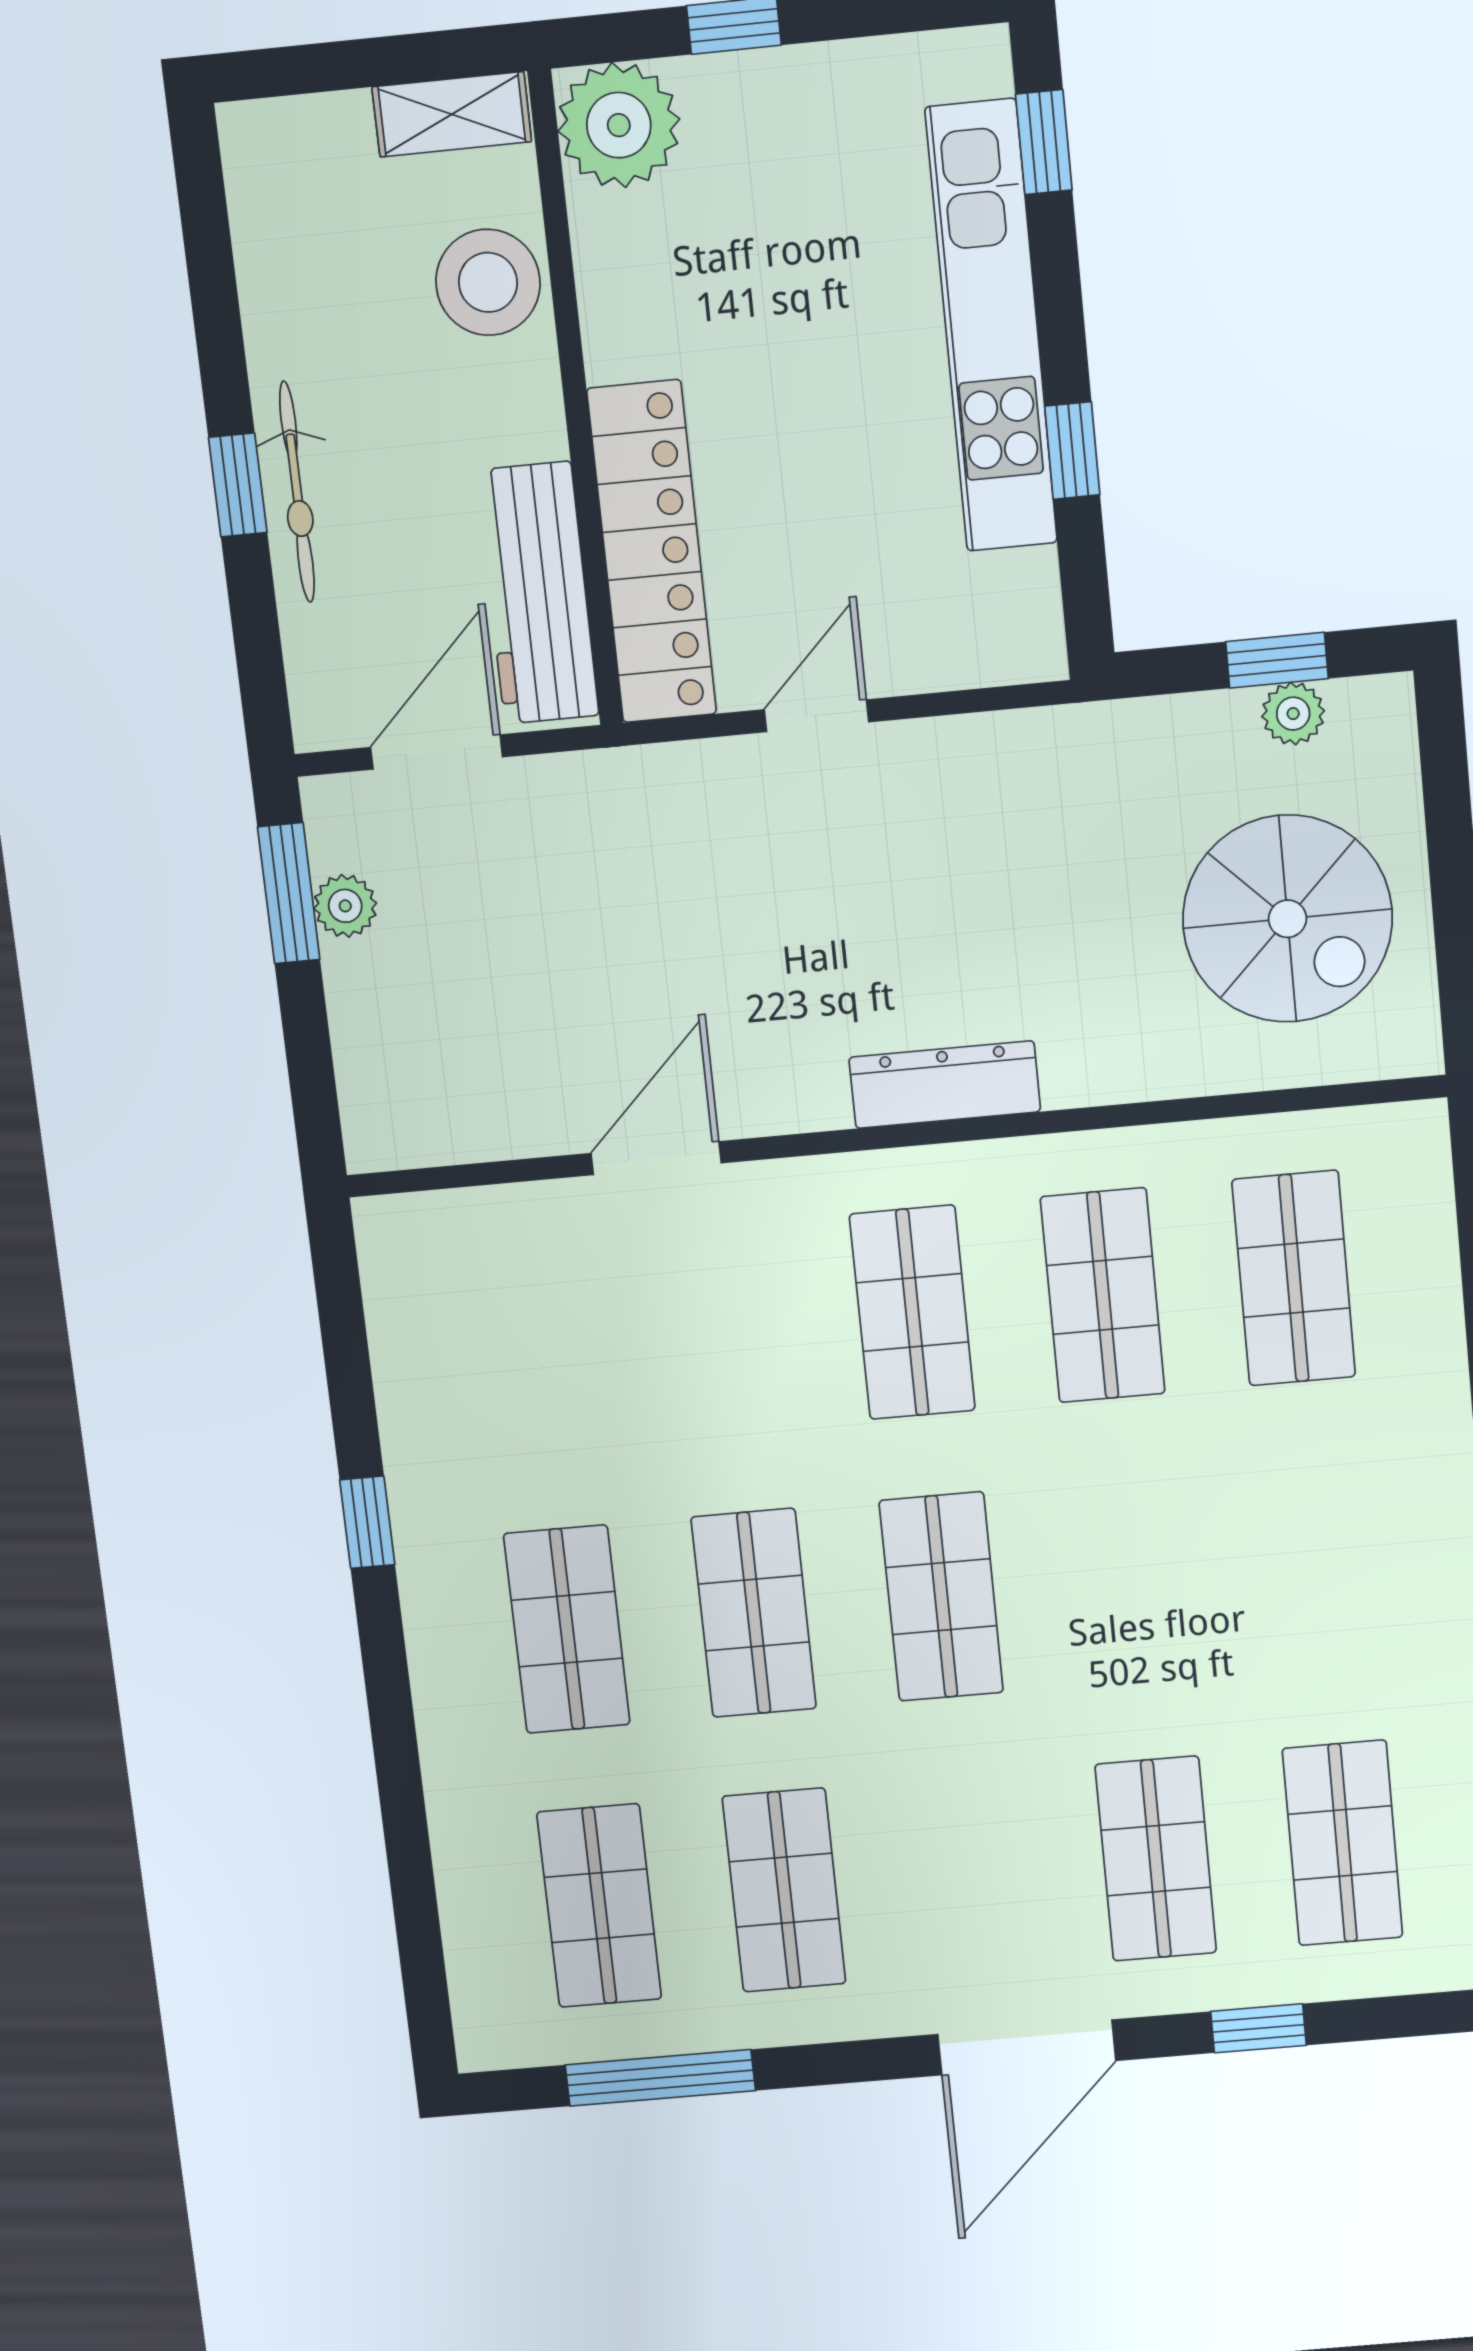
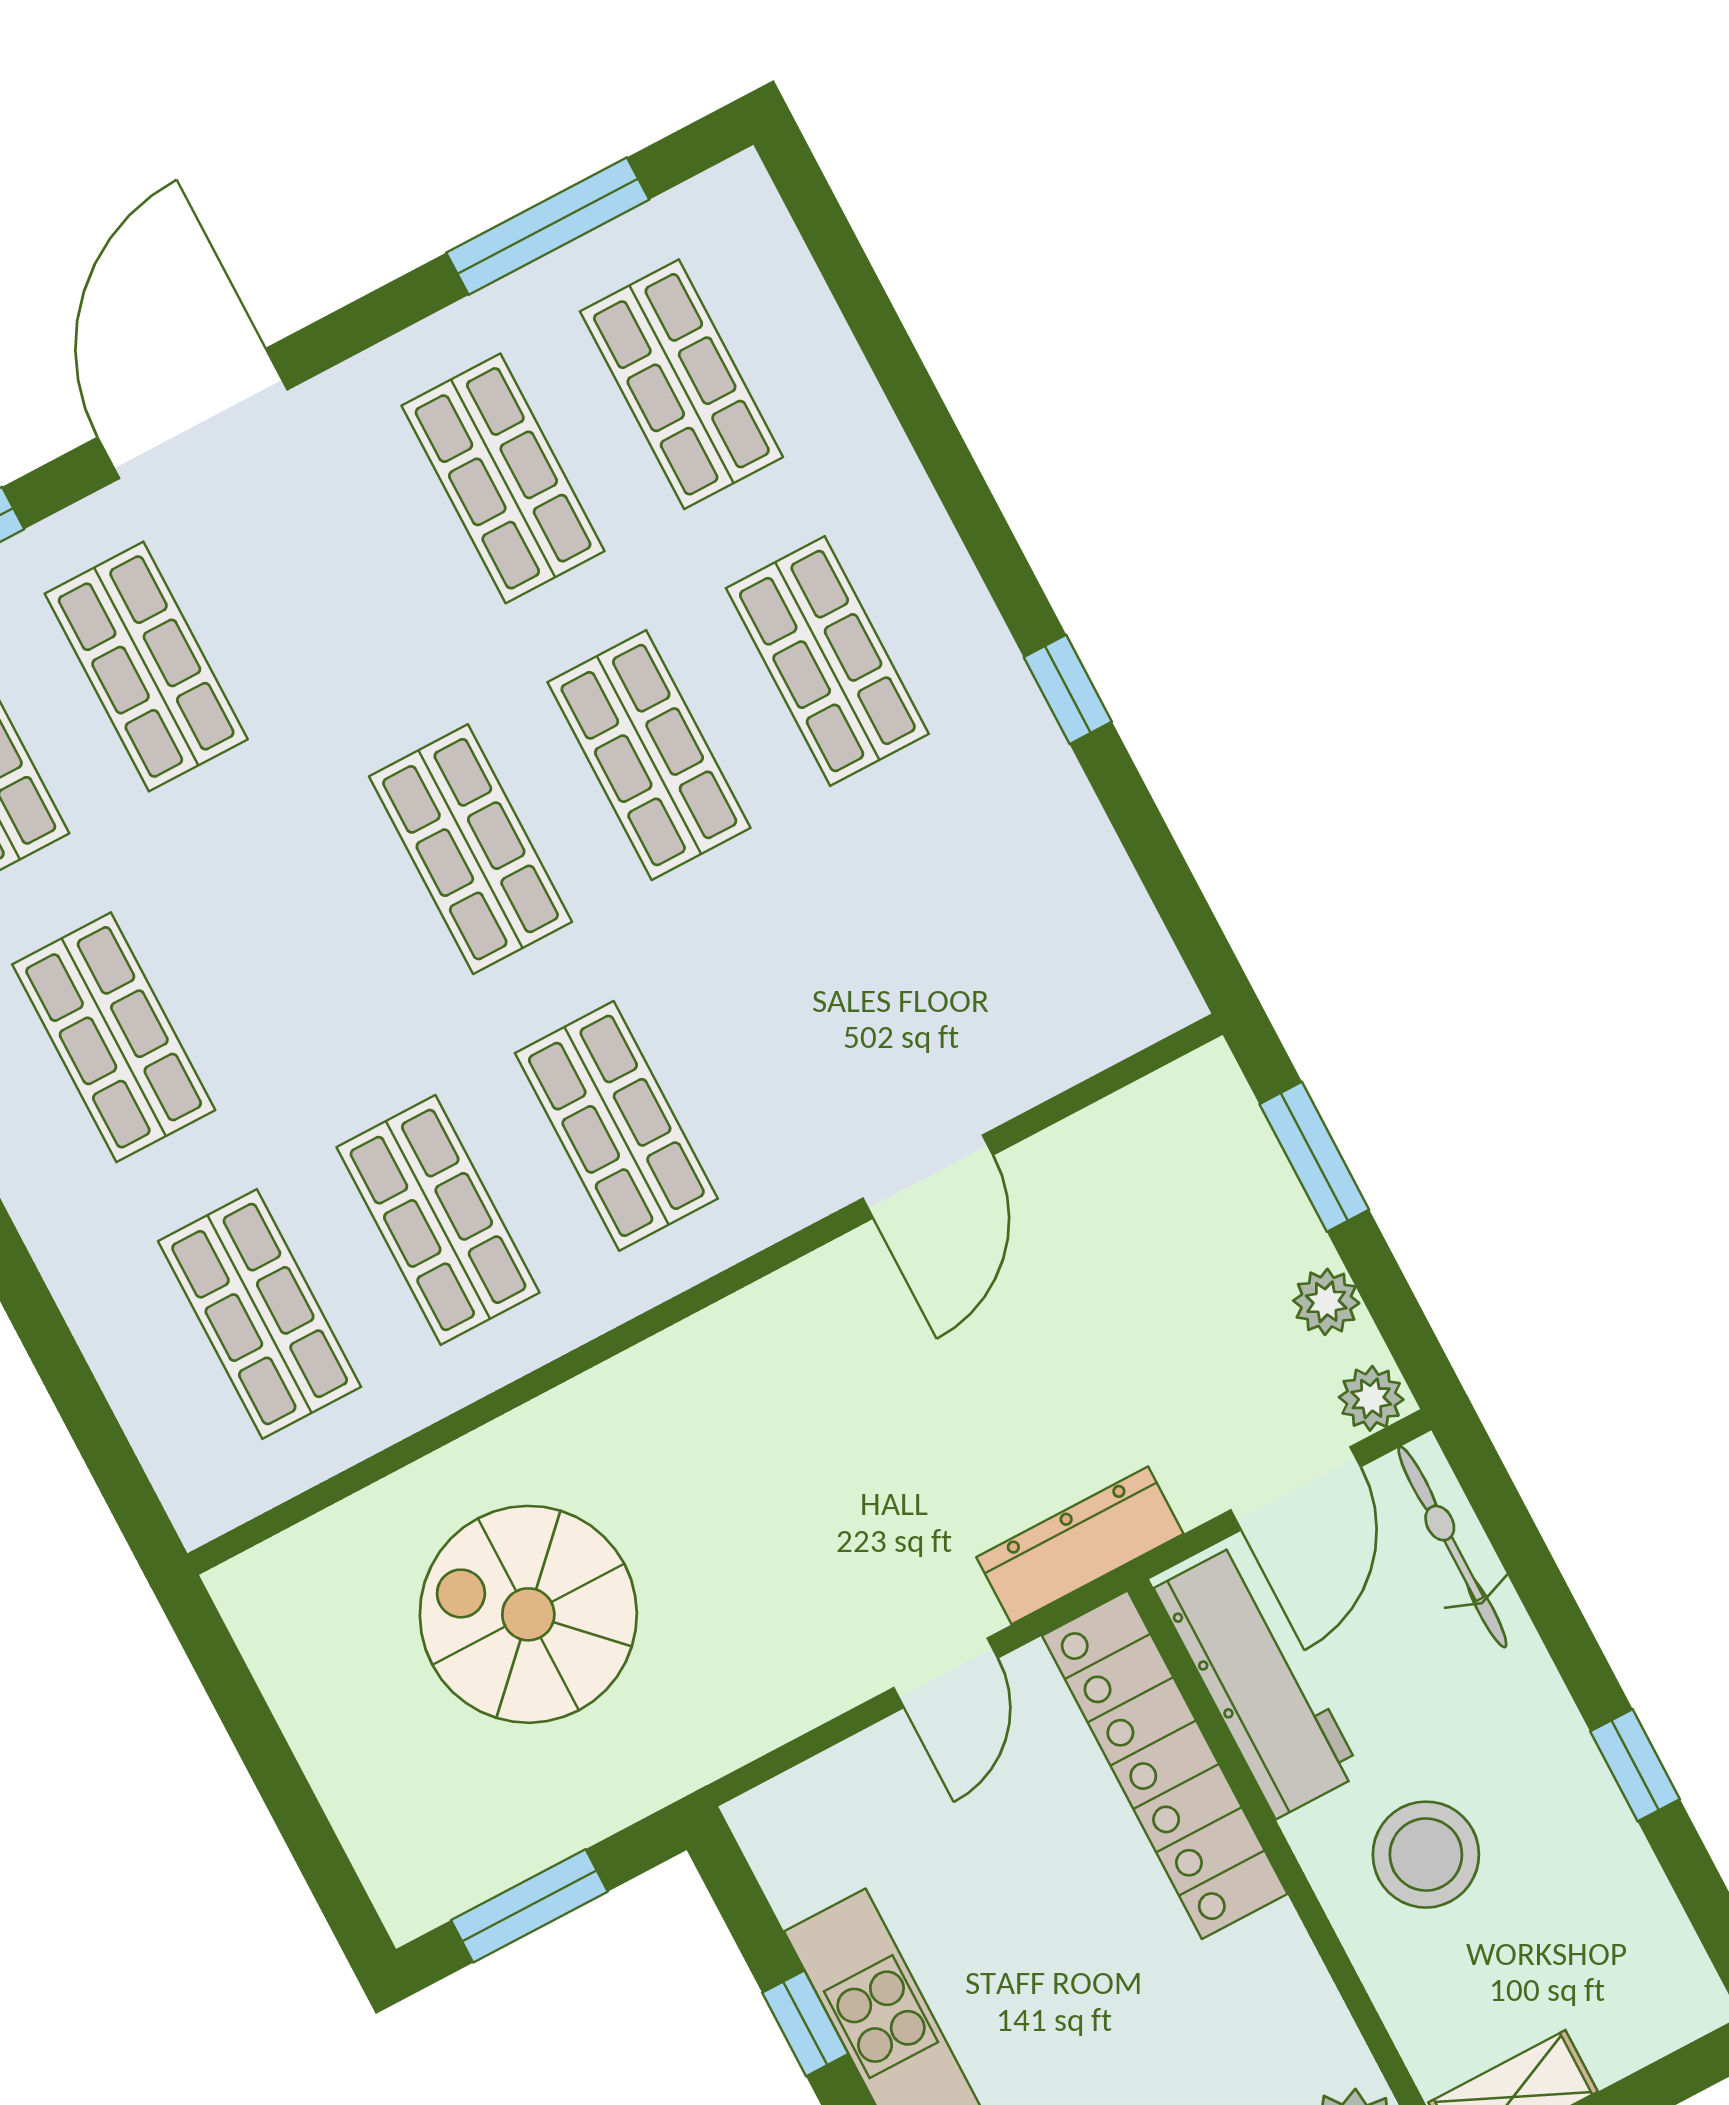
stool: (488, 282) -> (1426, 1855), moved
window: (238, 485) -> (1635, 1765), moved
bicycle: (297, 492) -> (1452, 1547), moved
window: (1277, 660) -> (529, 1906), width x1.50
plant: (1293, 714) -> (1371, 1398), moved
window: (289, 893) -> (1314, 1157), moved
spiral stairs: (1288, 919) -> (528, 1614), moved
dresser: (945, 1085) -> (1080, 1545), moved, turned 180
shop shelf: (1318, 1564) -> (114, 1037), added

